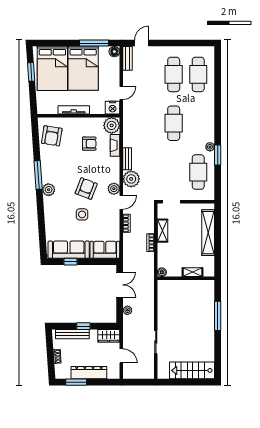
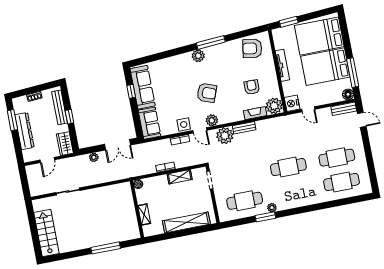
window: (31, 72) -> (289, 22), moved
armchair: (89, 144) -> (252, 87), turned 180
side table: (82, 214) -> (184, 124), moved

